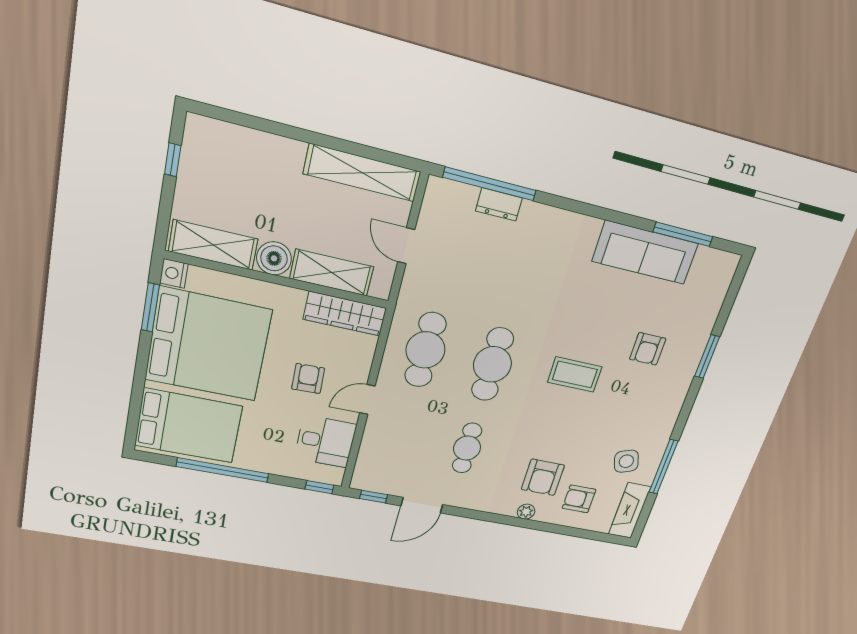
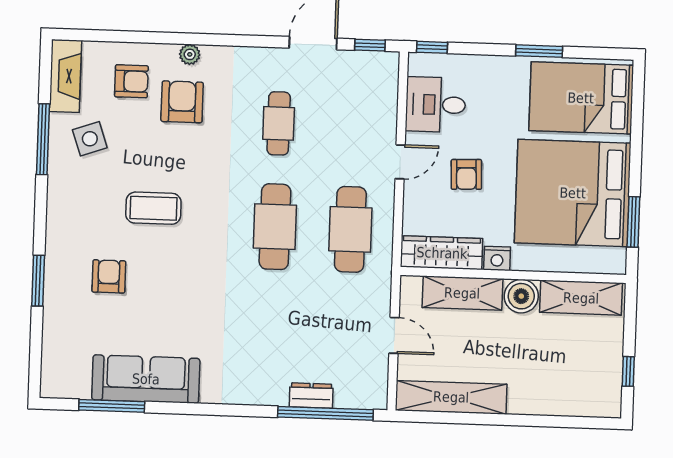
nightstand: (174, 273) -> (497, 258), moved, turned 90
coffee table: (575, 374) -> (153, 208), moved
window: (223, 470) -> (539, 51), width x0.47

